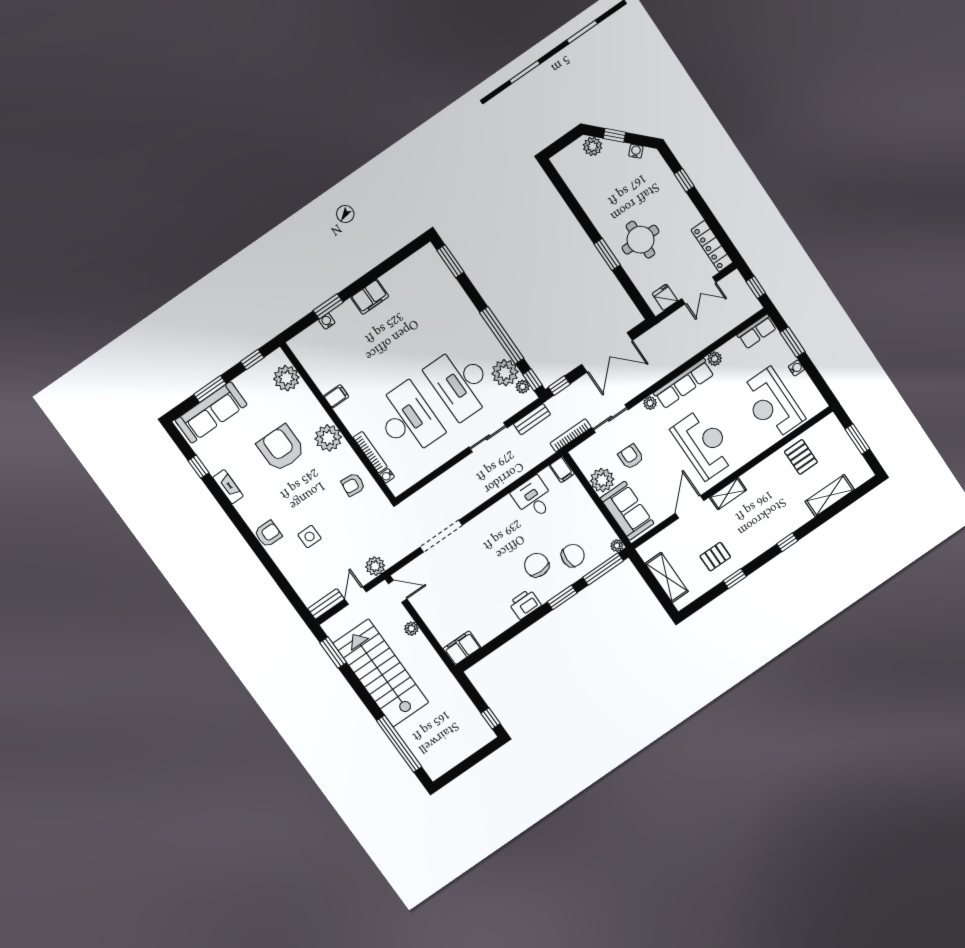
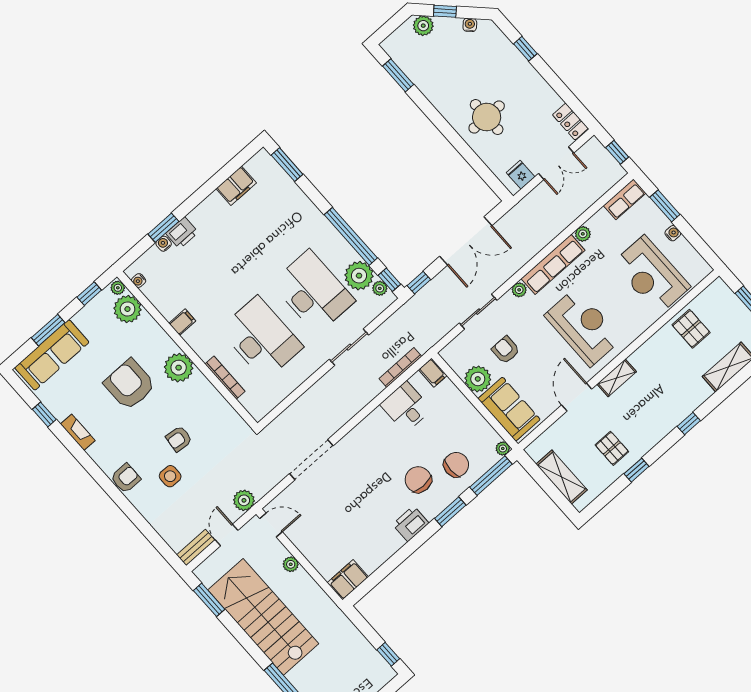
locker: (712, 246) -> (570, 122), width x0.66
window: (607, 254) -> (398, 75), moved
filing cabinet: (370, 297) -> (236, 186), moved
printer: (345, 313) -> (182, 233), added
plant: (280, 357) -> (118, 288), added
desk: (461, 383) -> (313, 292), turned 180
bench: (532, 419) -> (394, 322), removed
bookcase: (571, 435) -> (400, 368), moved
water cooler: (387, 476) -> (139, 281), moved
armchair: (353, 485) -> (179, 439), moved
pallet: (715, 557) -> (612, 448), turned 90

